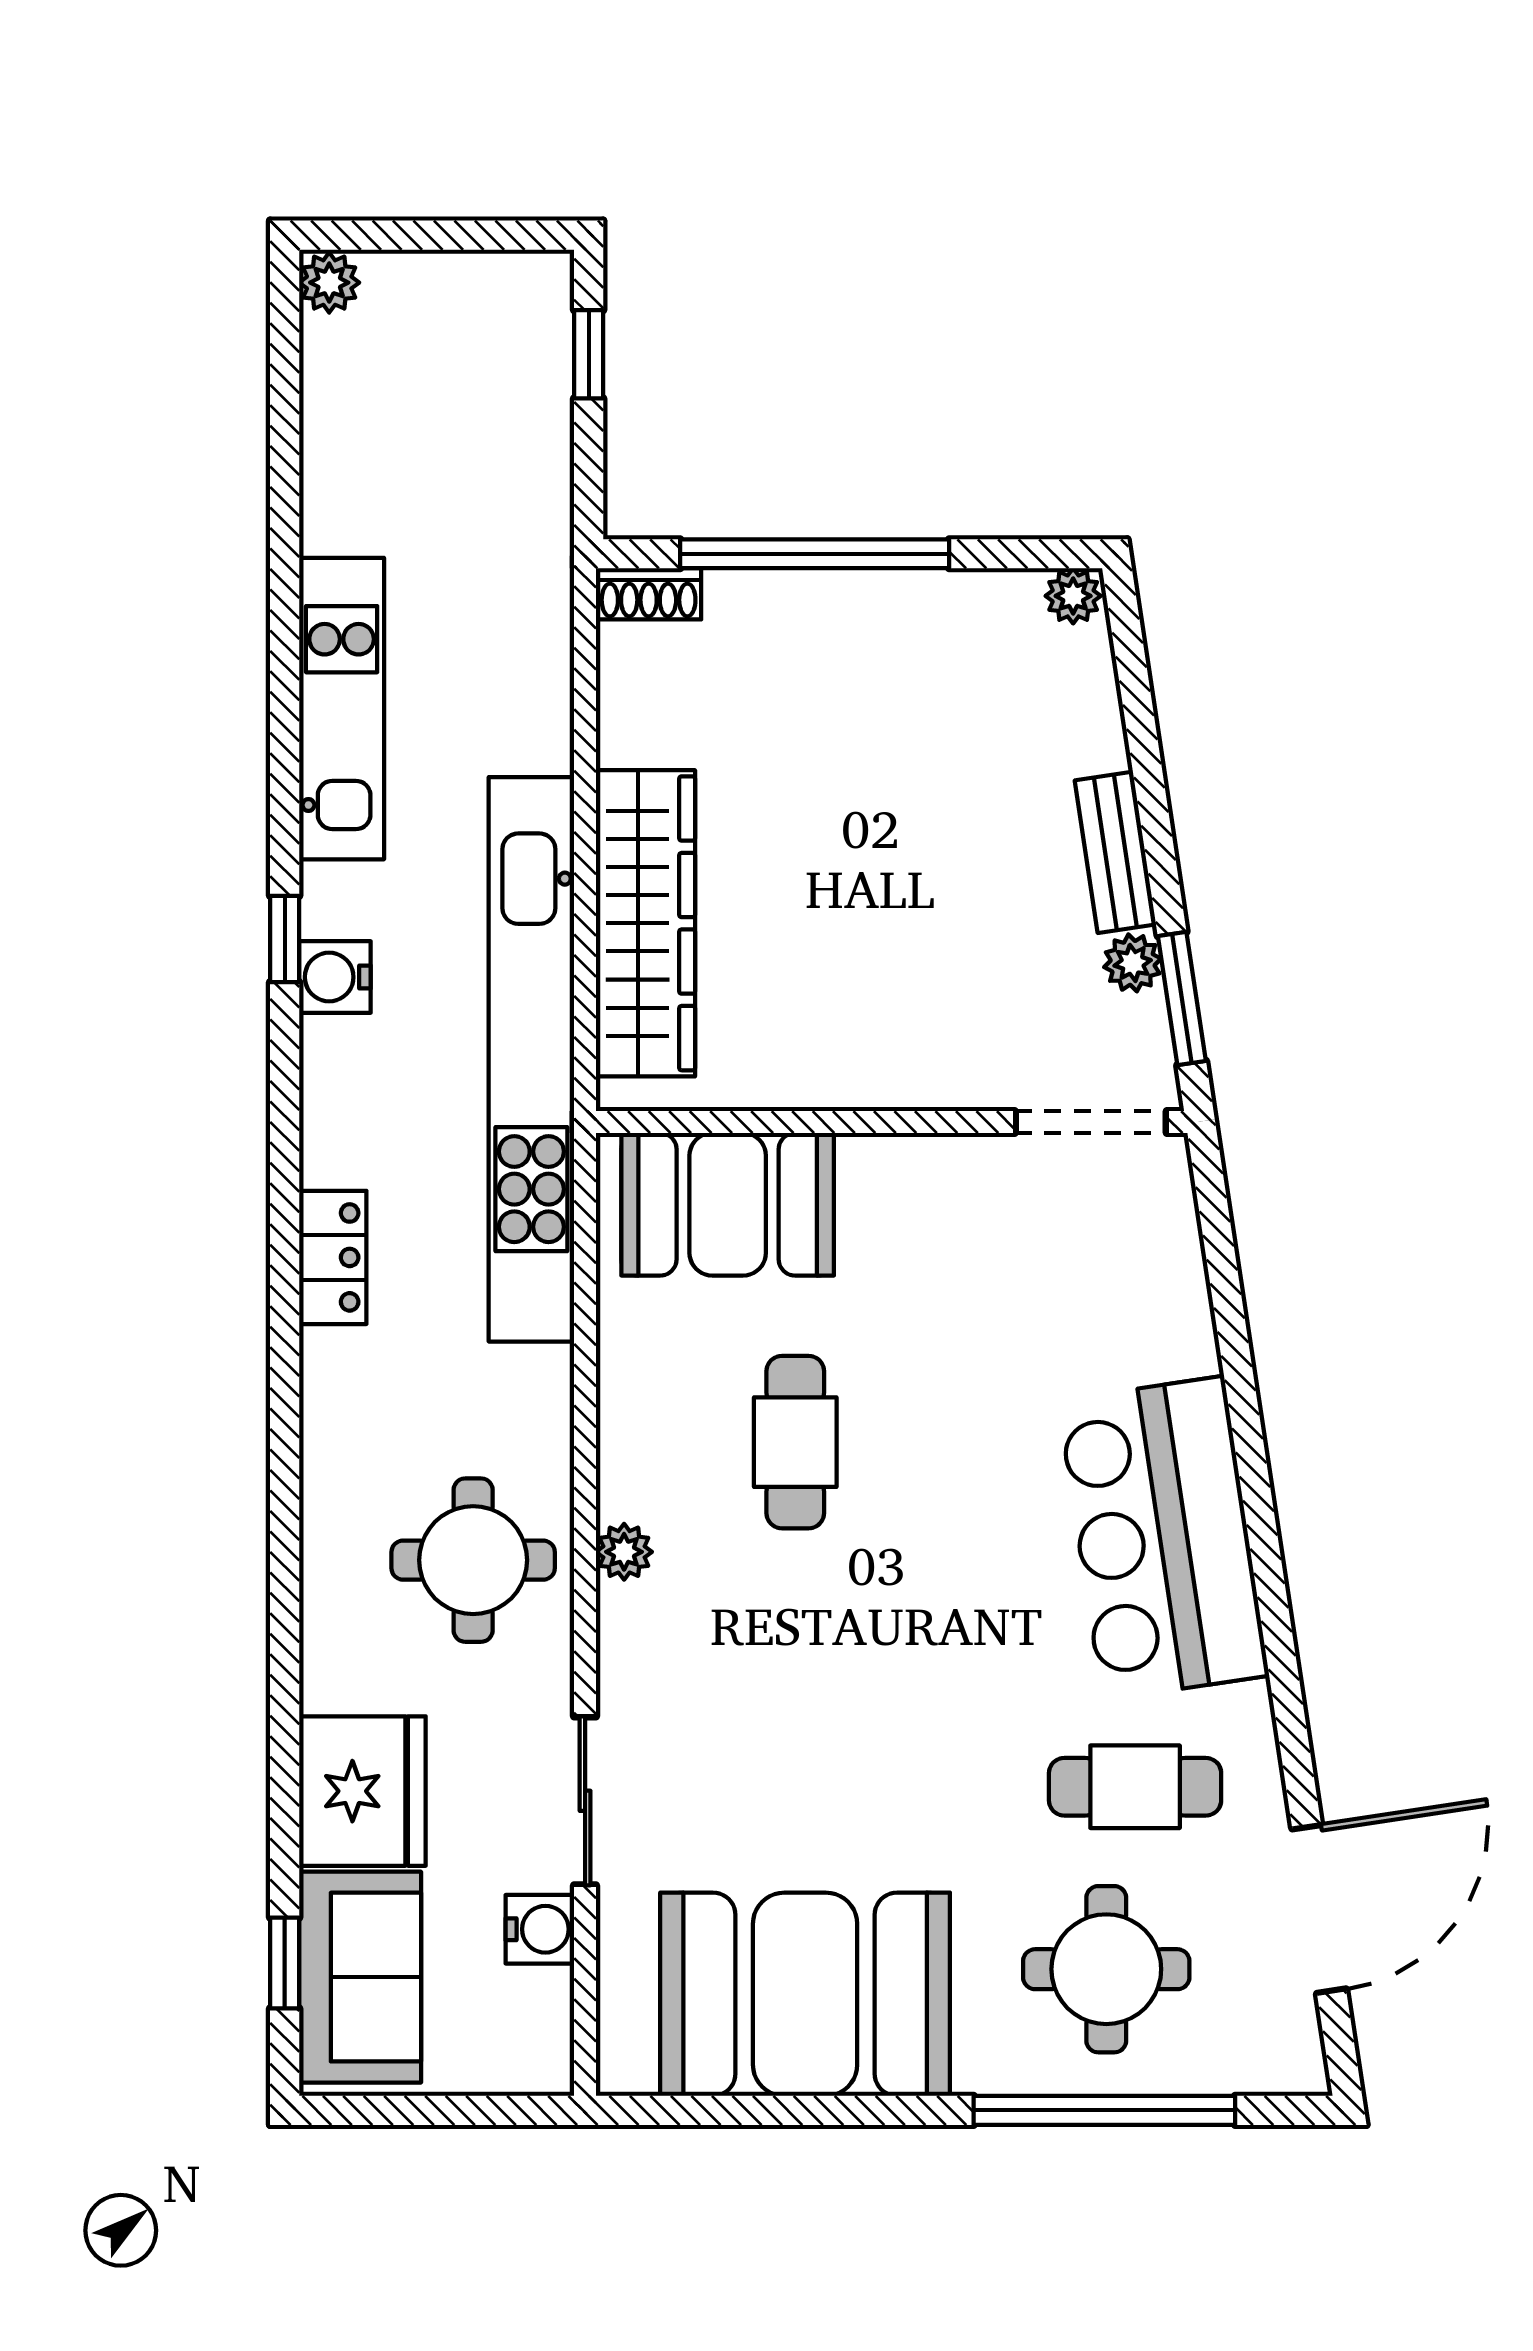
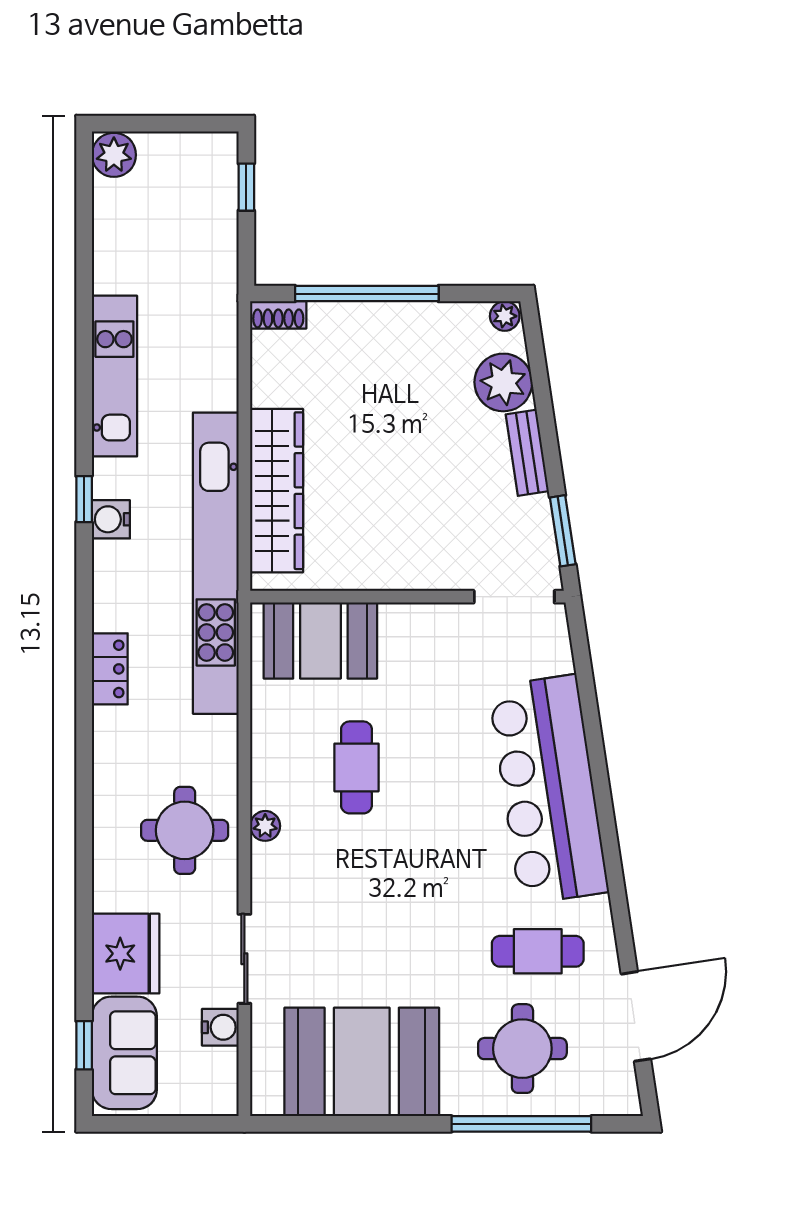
plant: (329, 283) -> (114, 155), width x1.38, depth x1.38
plant: (1133, 963) -> (503, 382), moved, width x1.88, depth x1.88
bar counter: (1163, 1538) -> (548, 790), width x1.36

